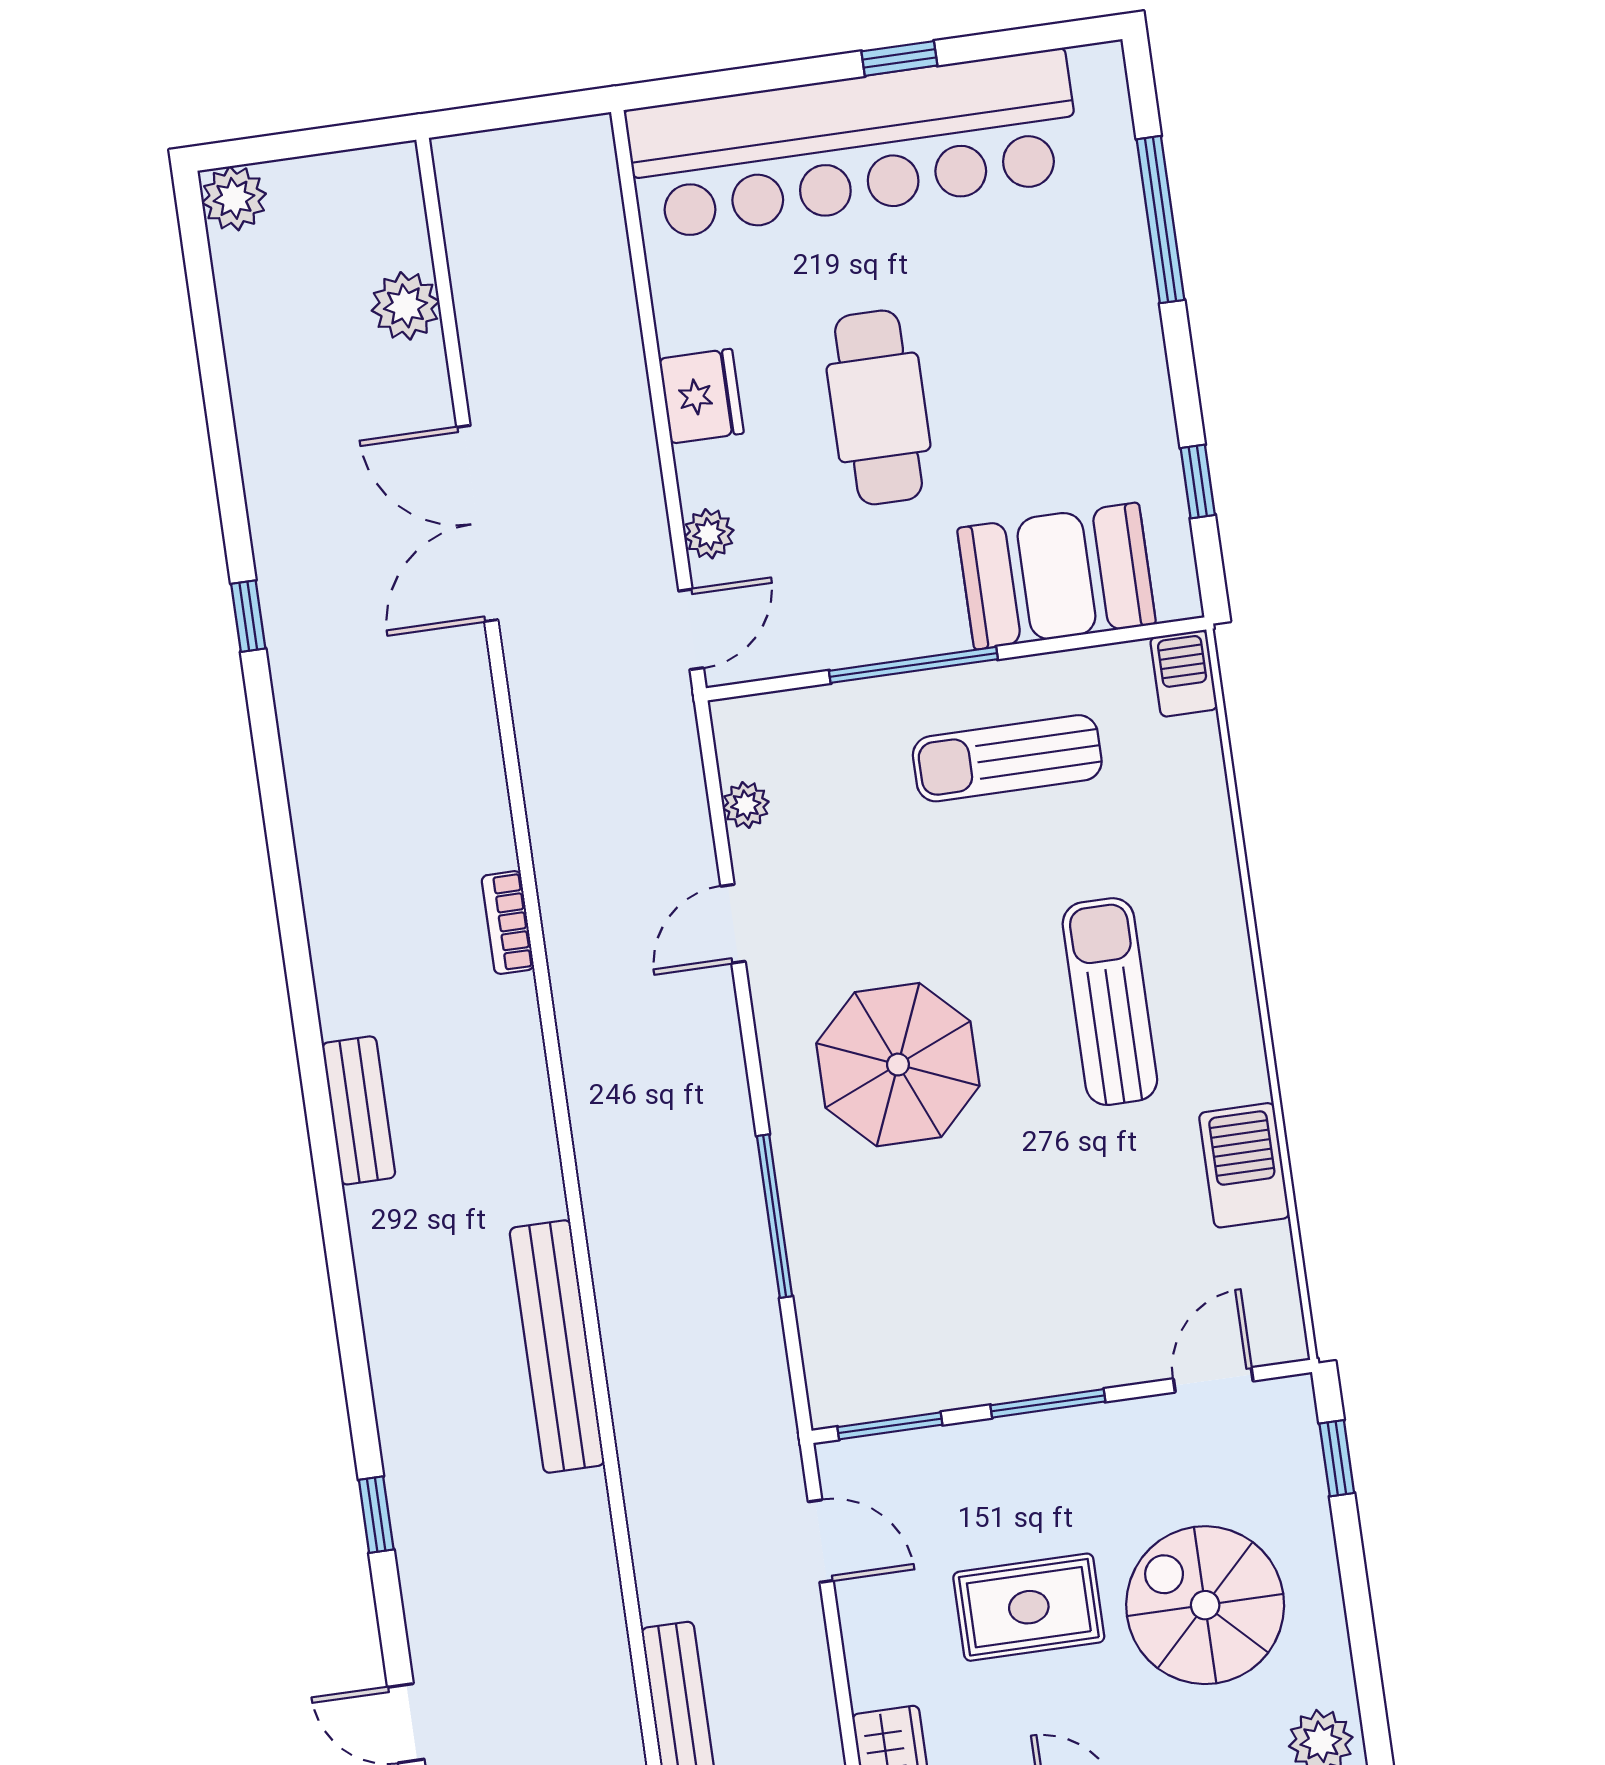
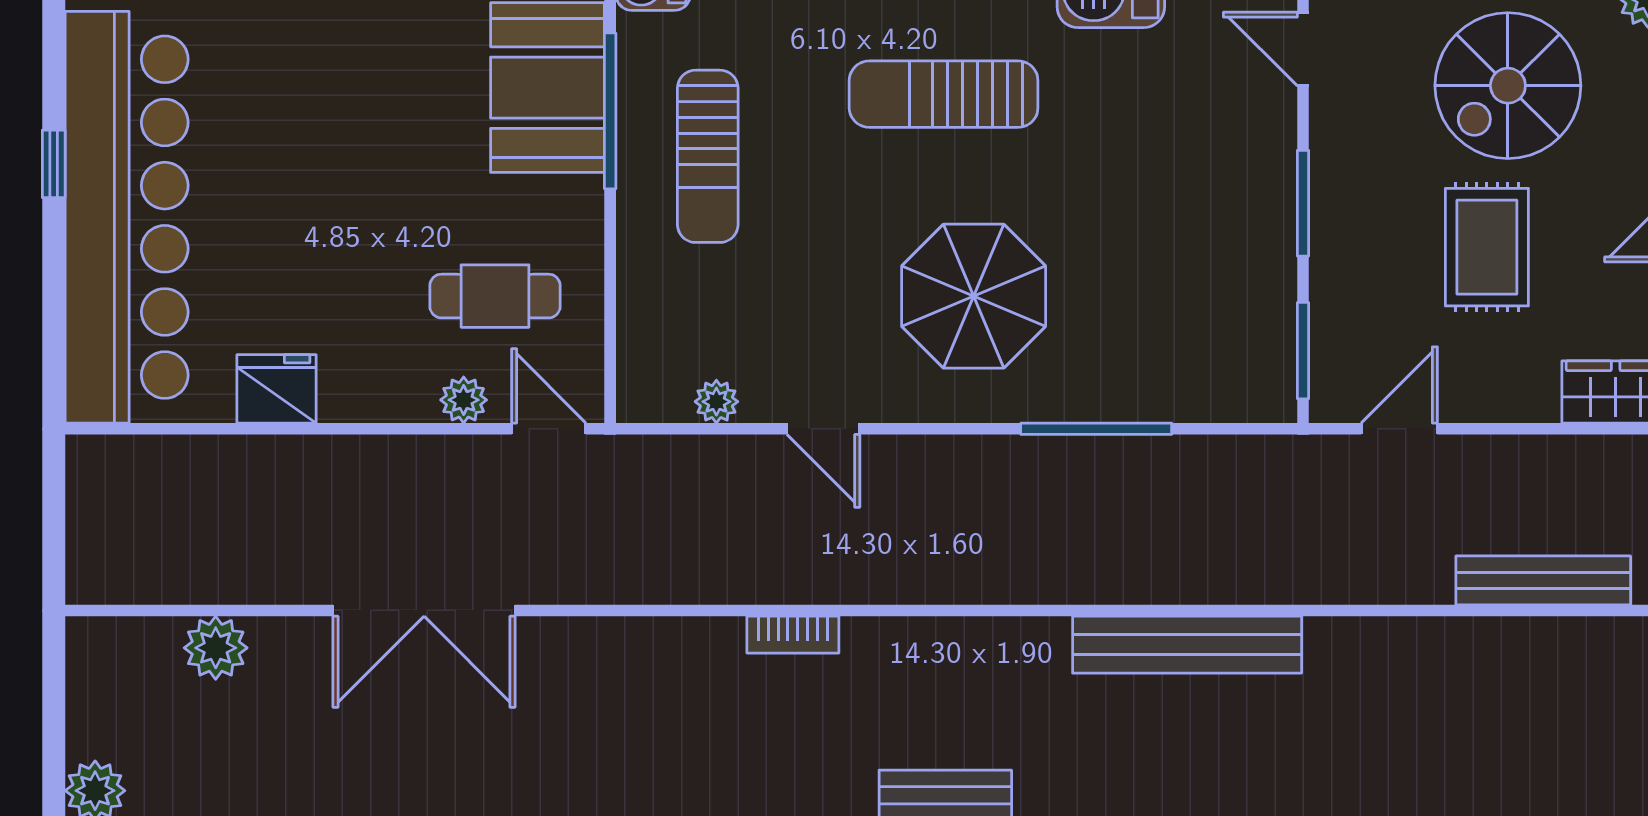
fridge: (701, 396) -> (277, 389), moved
cafe table: (879, 407) -> (495, 296), moved, width x0.73, depth x0.74
window: (913, 665) -> (610, 111), moved

